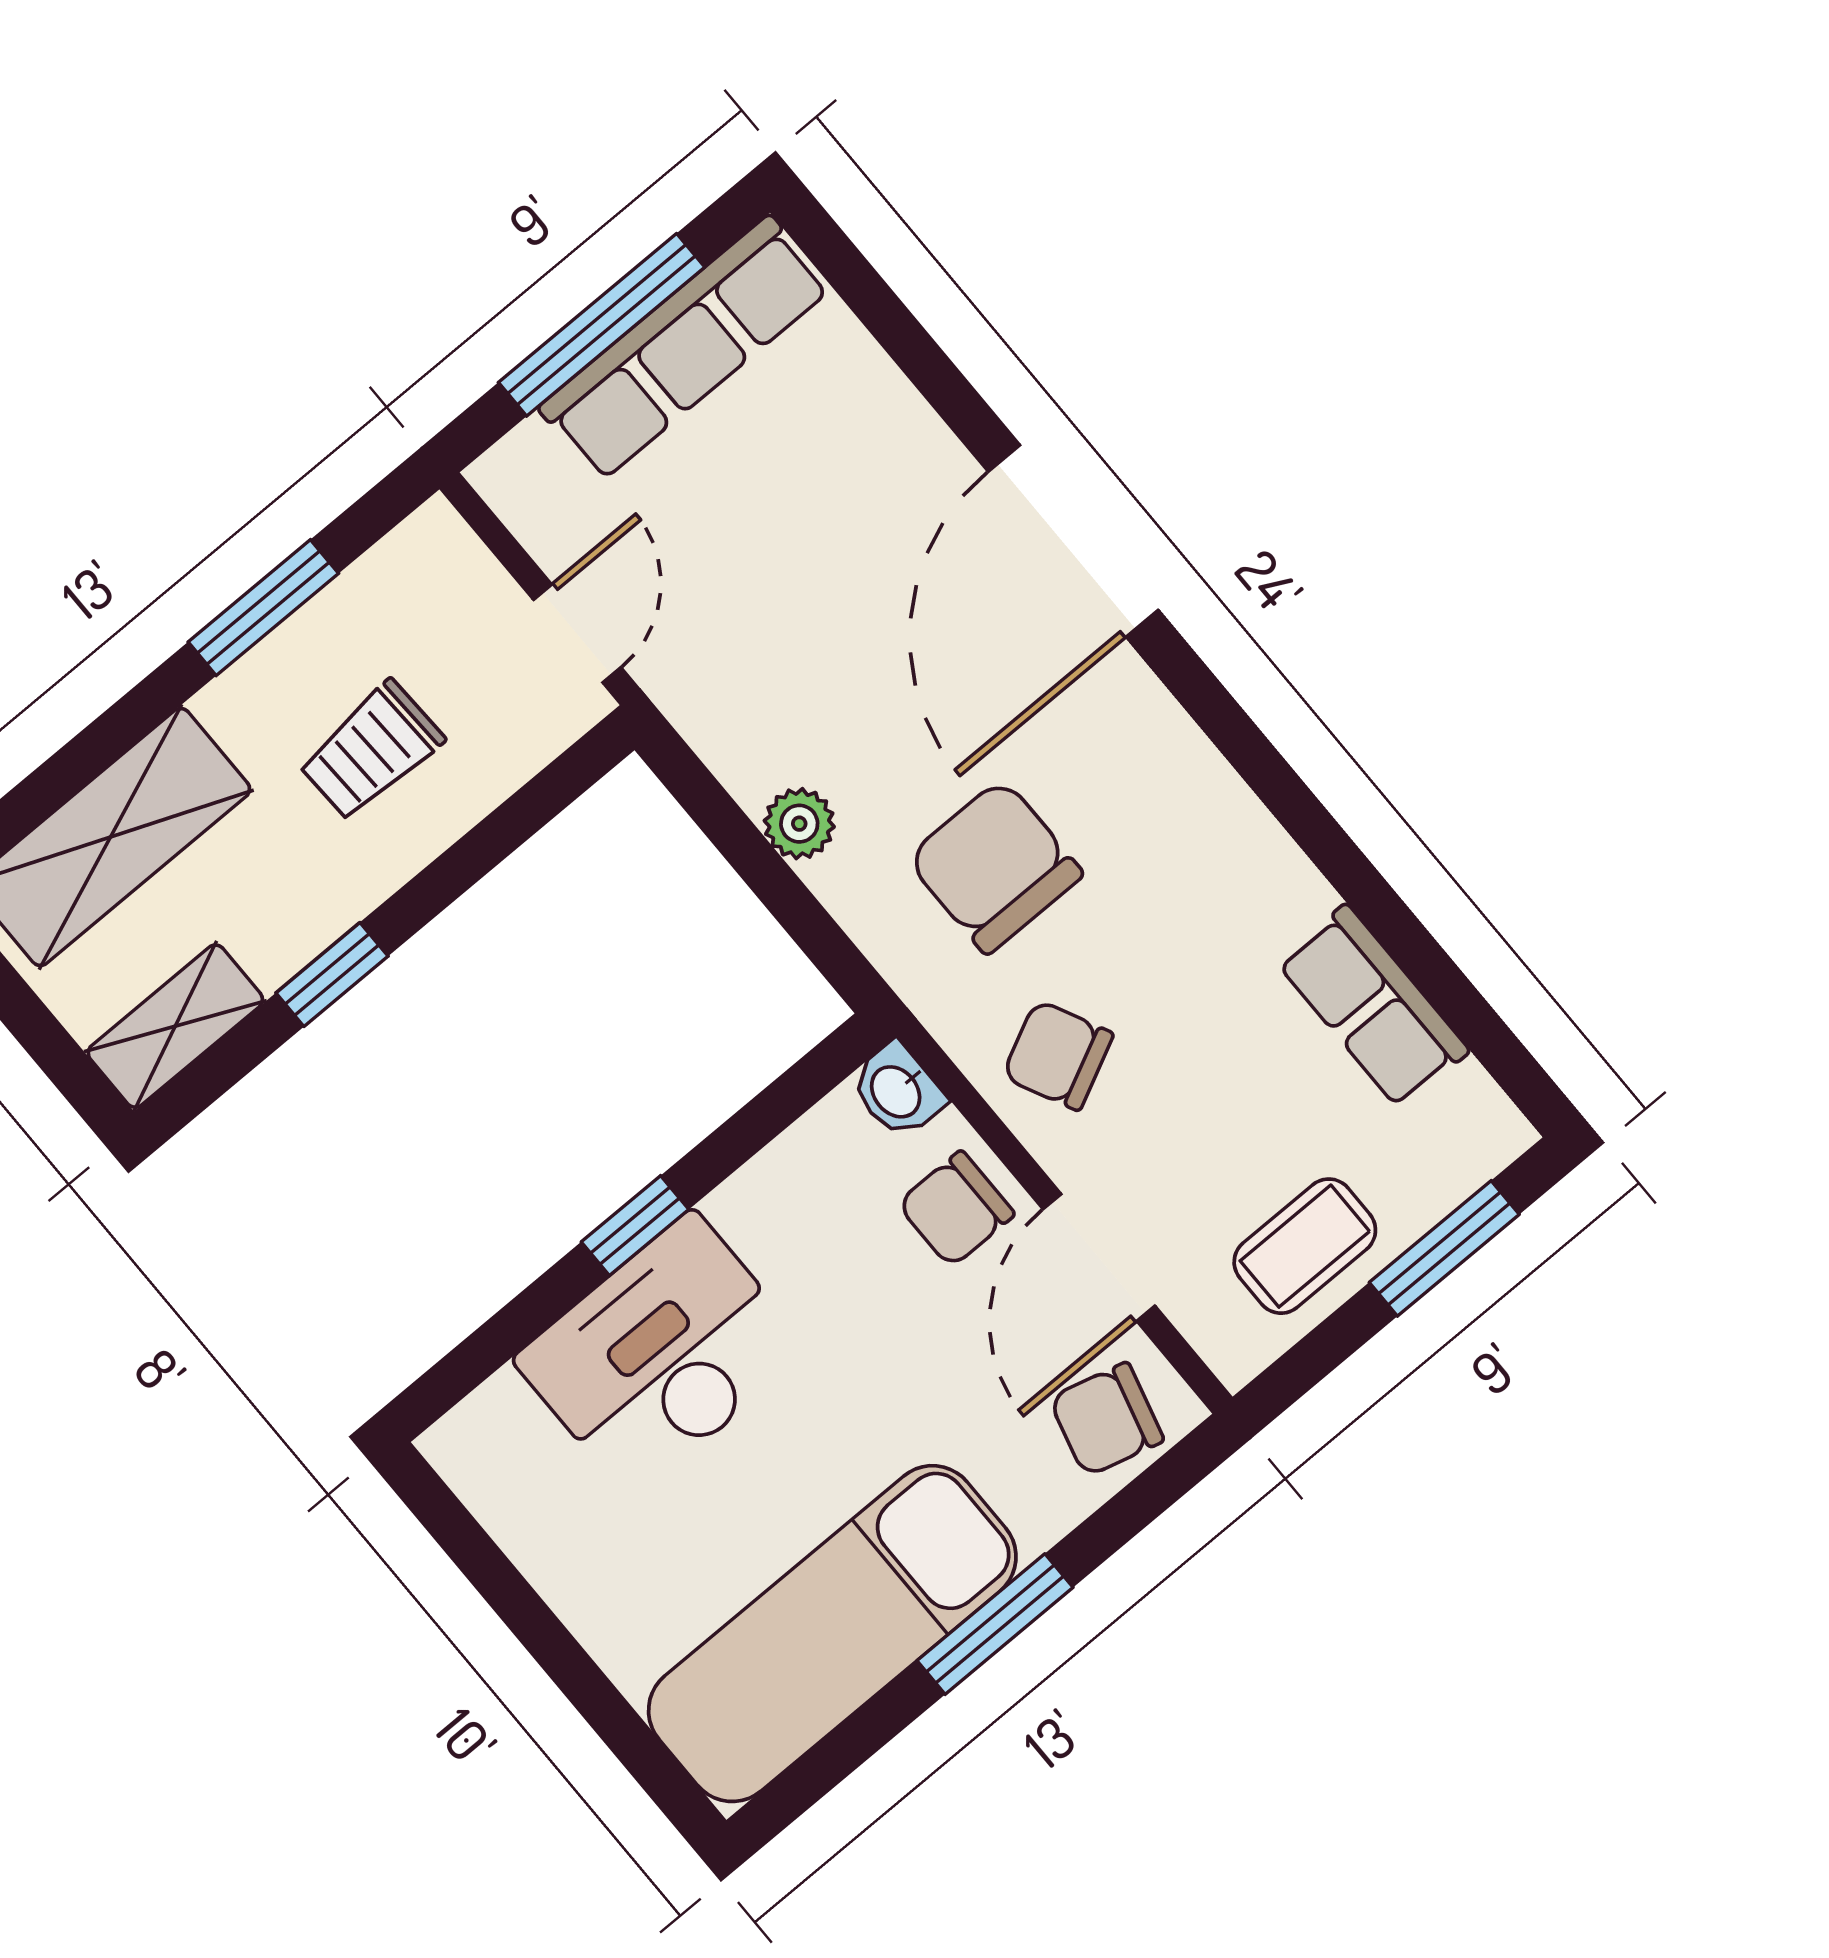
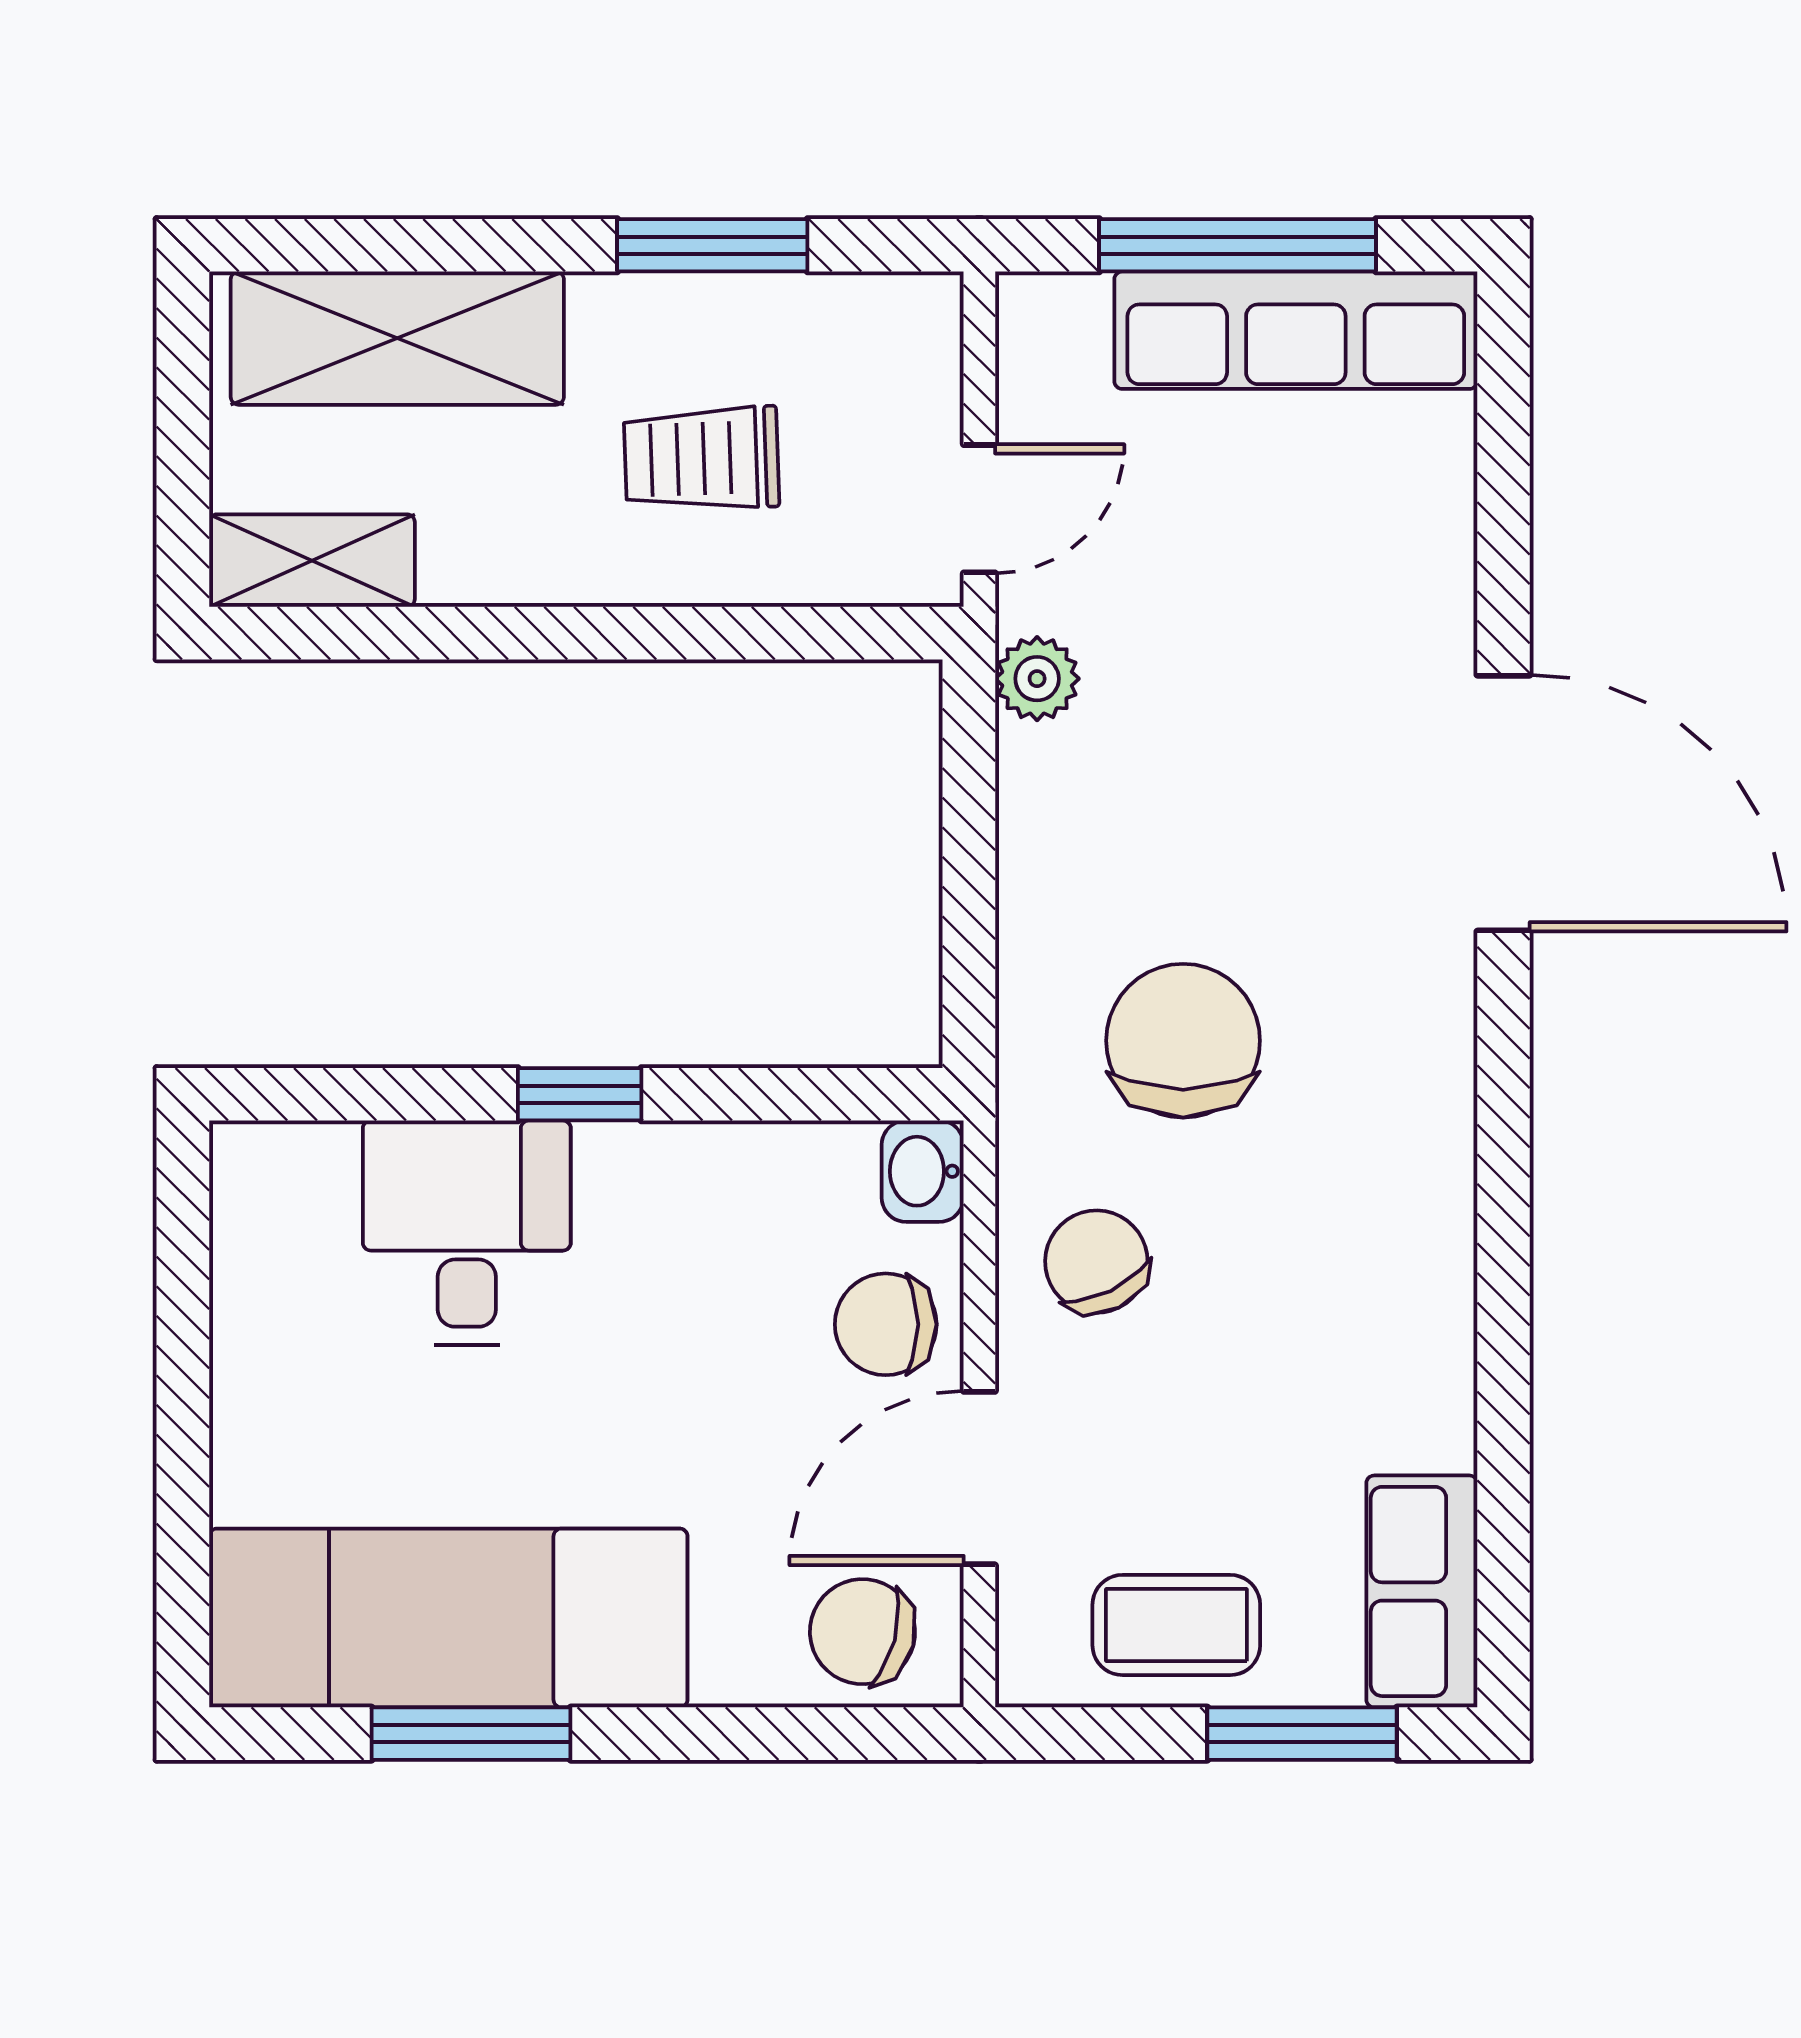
door: (1073, 541) -> (1503, 803), swing flipped
plant: (799, 824) -> (1037, 679), moved
window: (332, 974) -> (495, 633), removed
row of seats: (1373, 1006) -> (1422, 1591), moved
desk: (662, 1355) -> (467, 1233), width x0.73
window: (995, 1624) -> (471, 1734), moved

